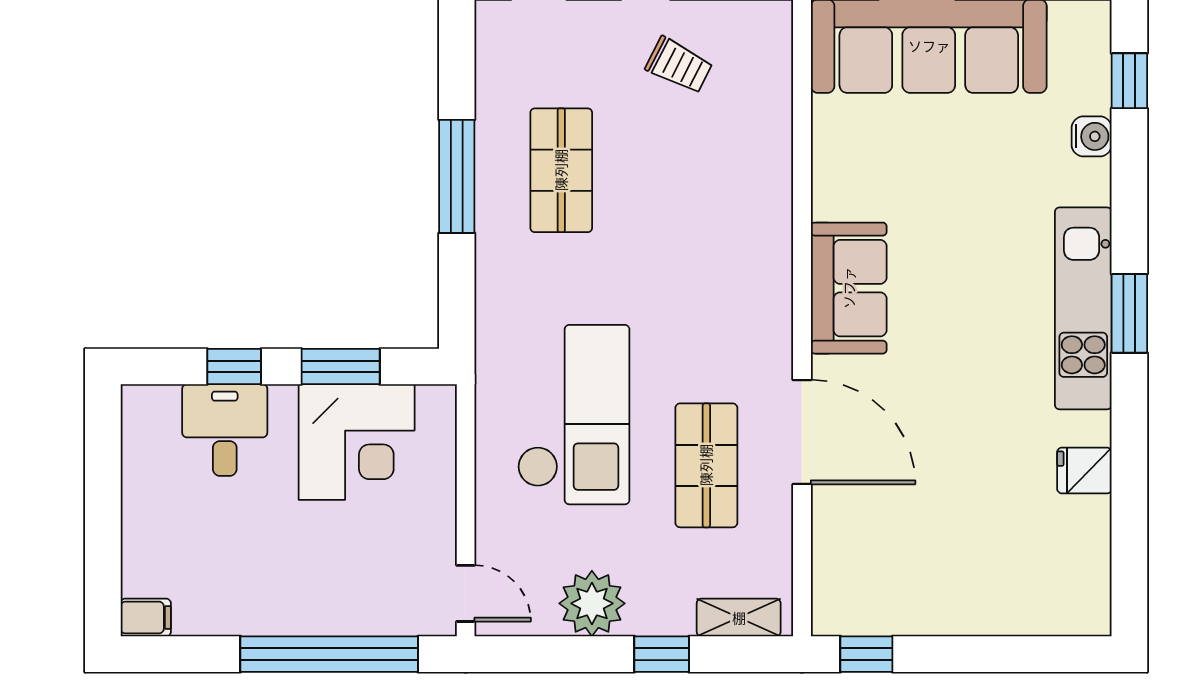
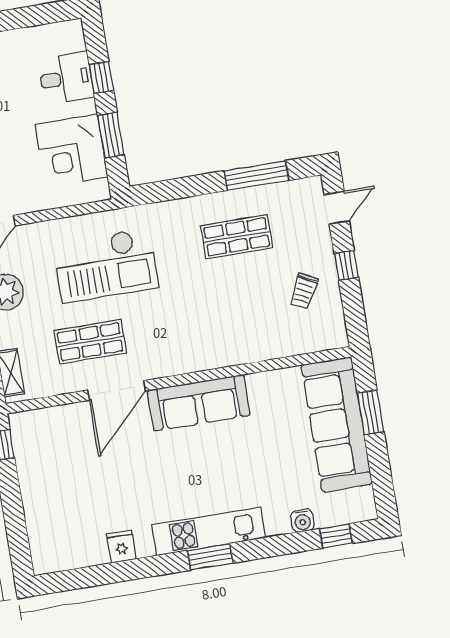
window: (457, 176) -> (257, 176), moved
sofa: (849, 288) -> (199, 403), width x1.36

